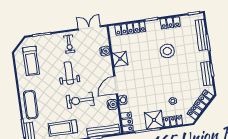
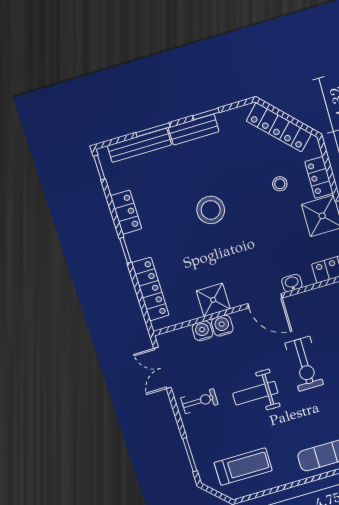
stool: (167, 51) -> (211, 210), moved
bench: (207, 74) -> (194, 130), moved
water cooler: (112, 105) -> (222, 326), moved

